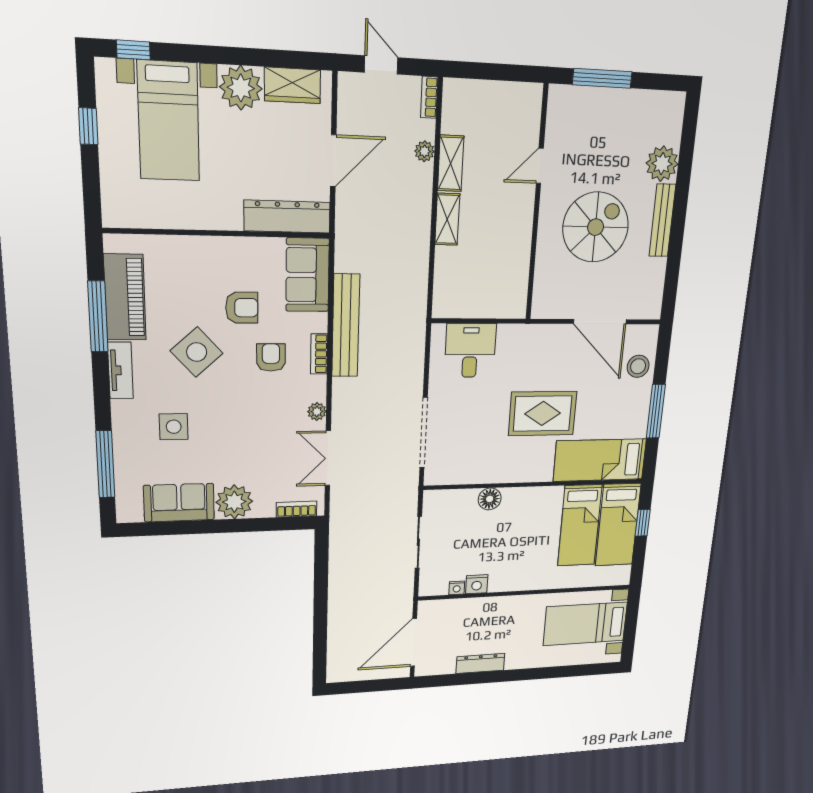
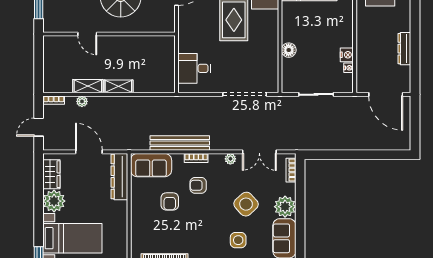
armchair: (242, 308) -> (170, 201), turned 180
side table: (197, 352) -> (246, 204), moved

